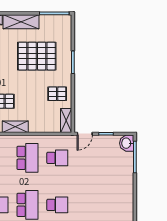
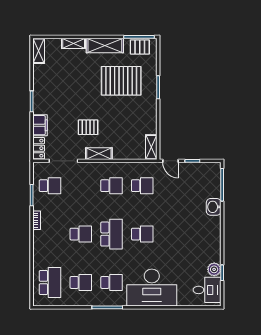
pallet: (57, 94) -> (140, 47), moved
door: (85, 134) -> (170, 161), hinge flipped
washbasin: (127, 143) -> (214, 207), moved
school desk: (27, 158) -> (112, 186), width x0.54

